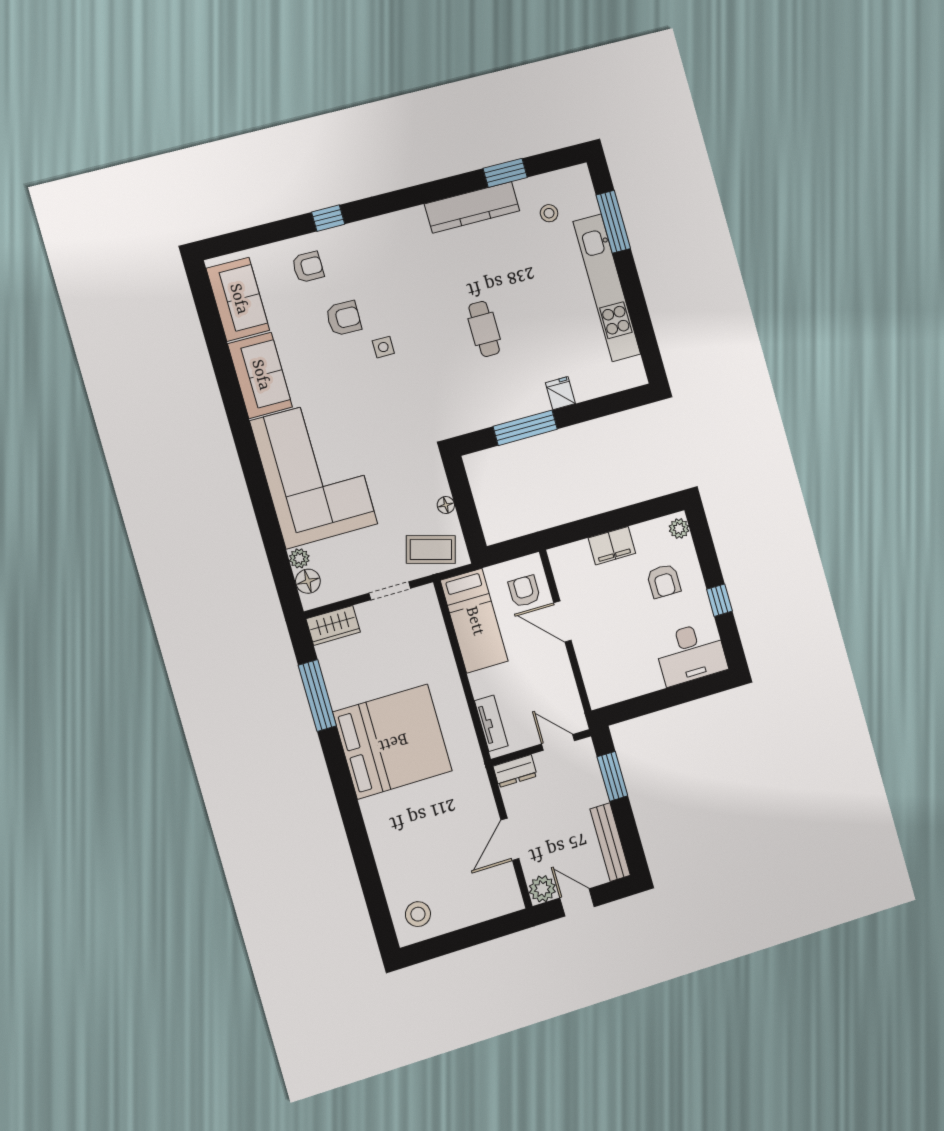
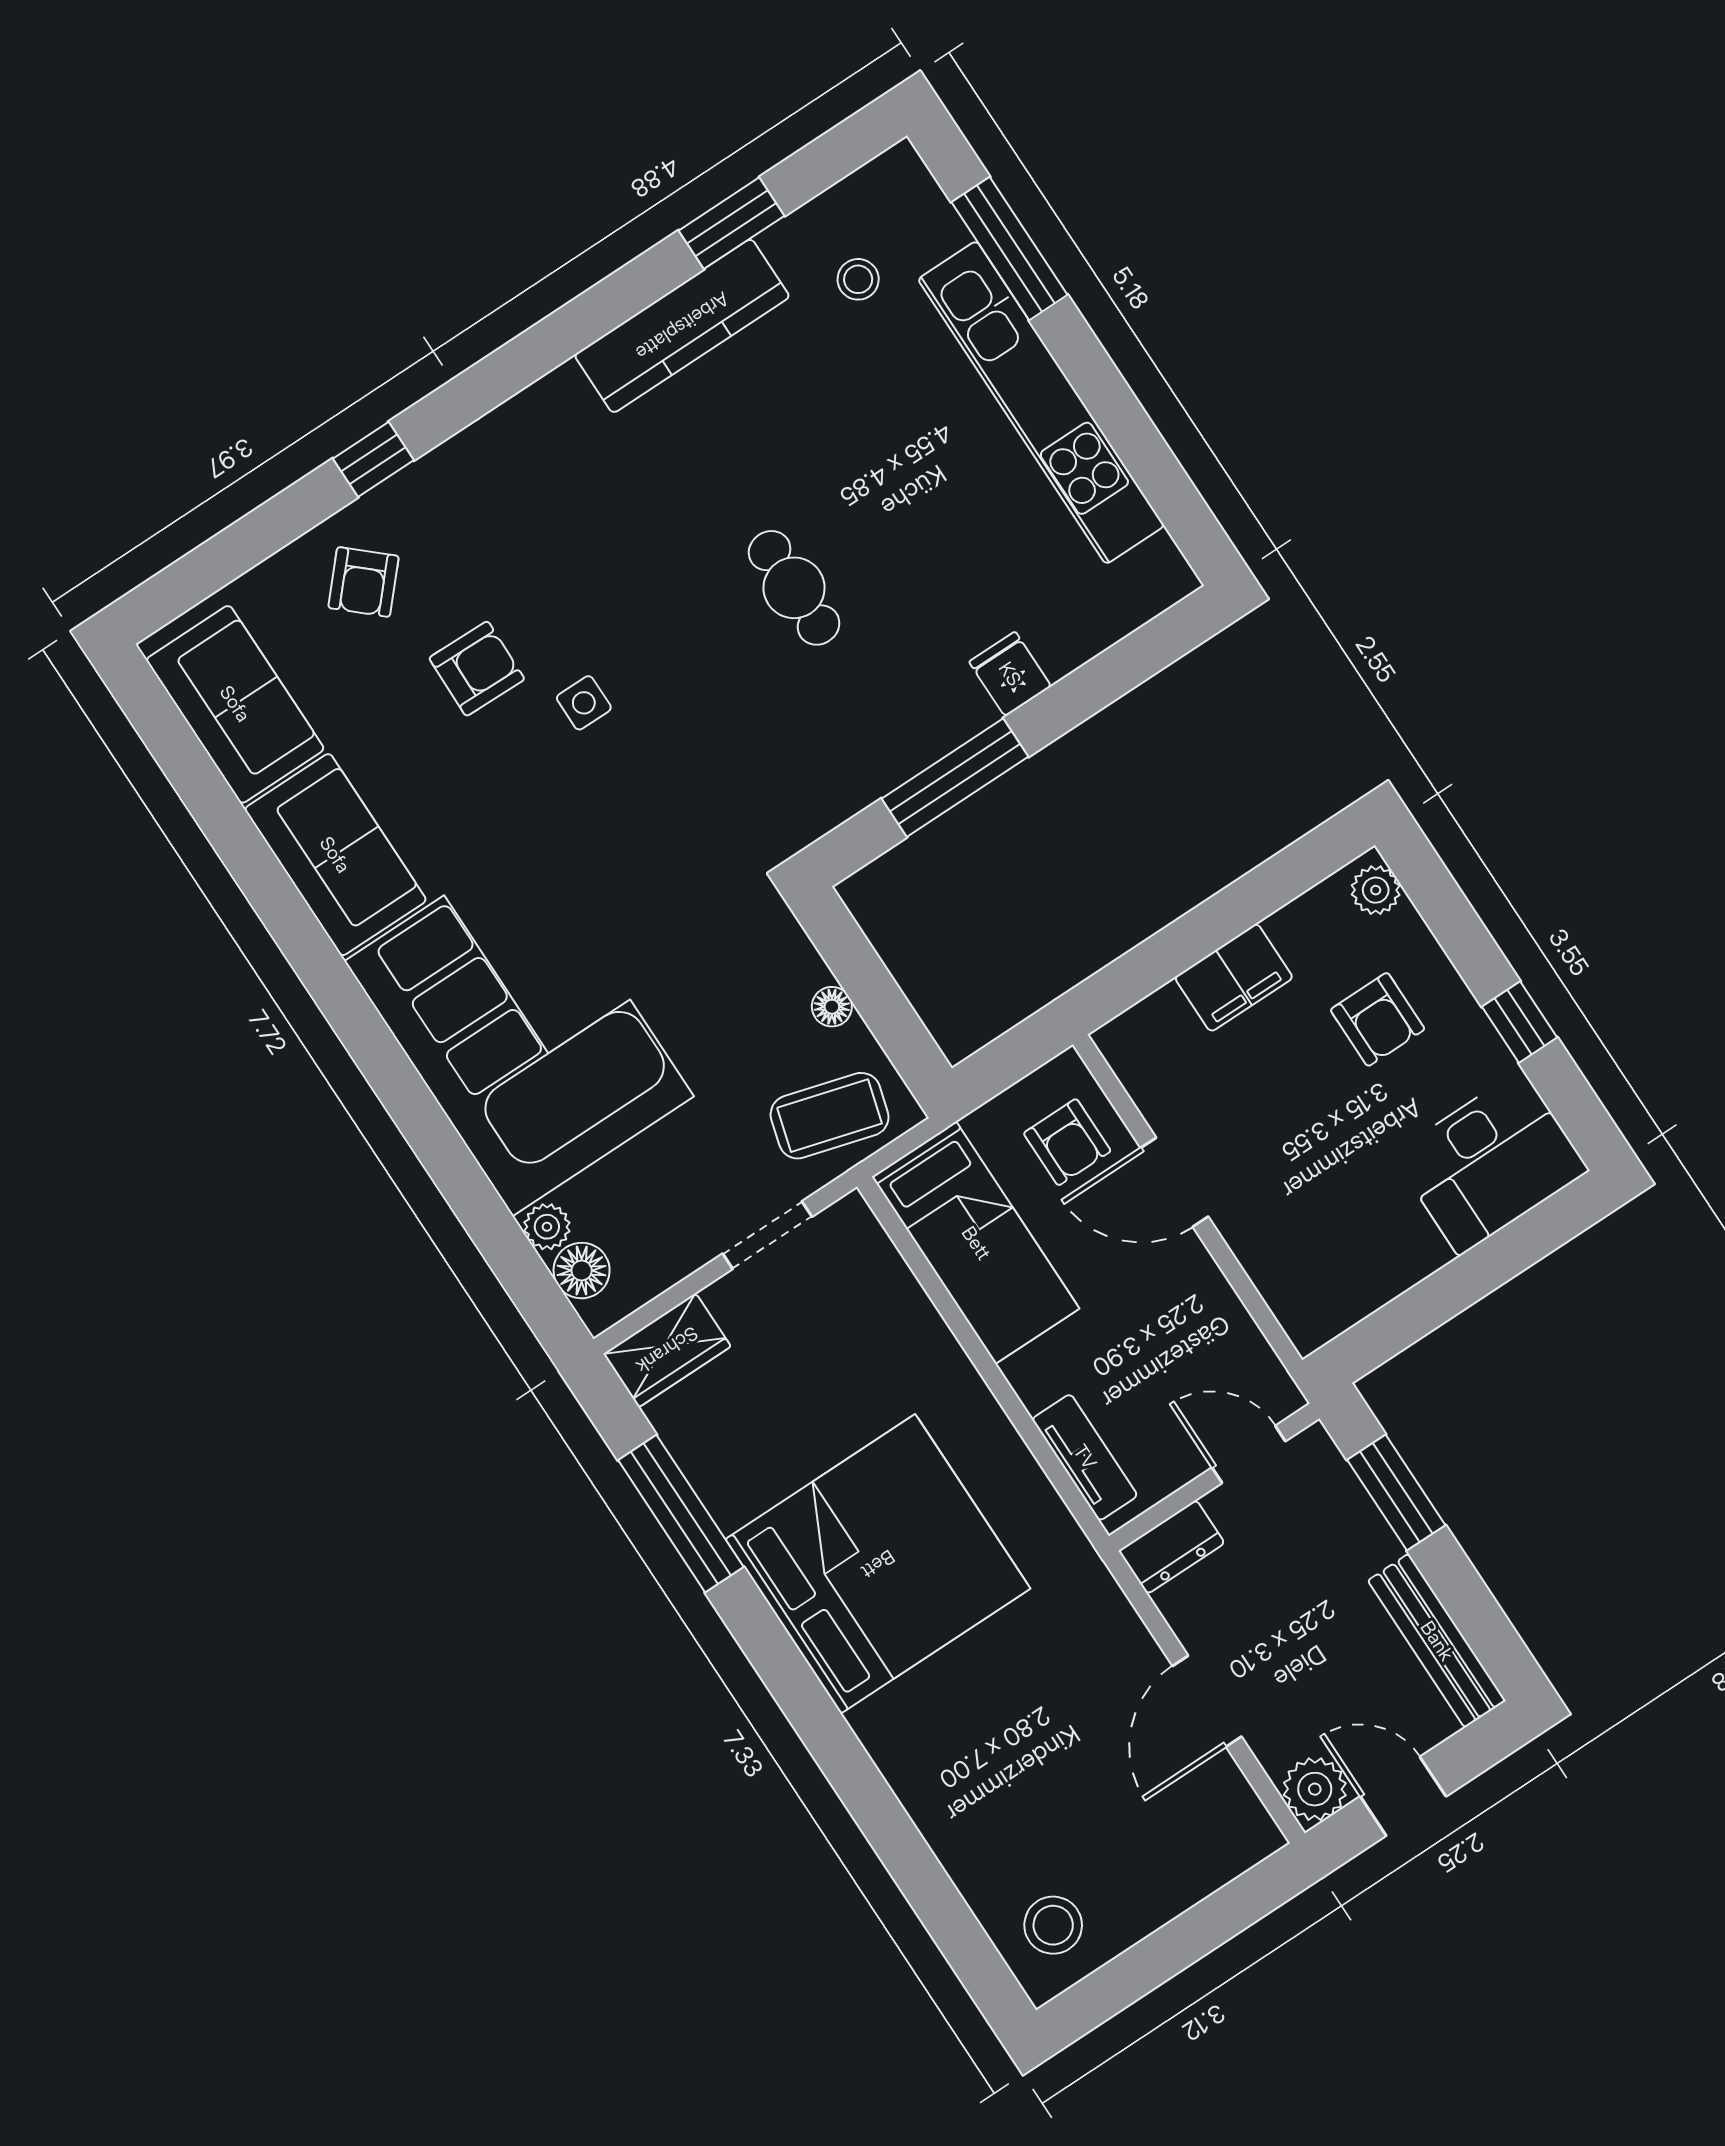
armchair: (308, 267) -> (364, 582), turned 132
armchair: (524, 591) -> (1067, 1142), turned 180

